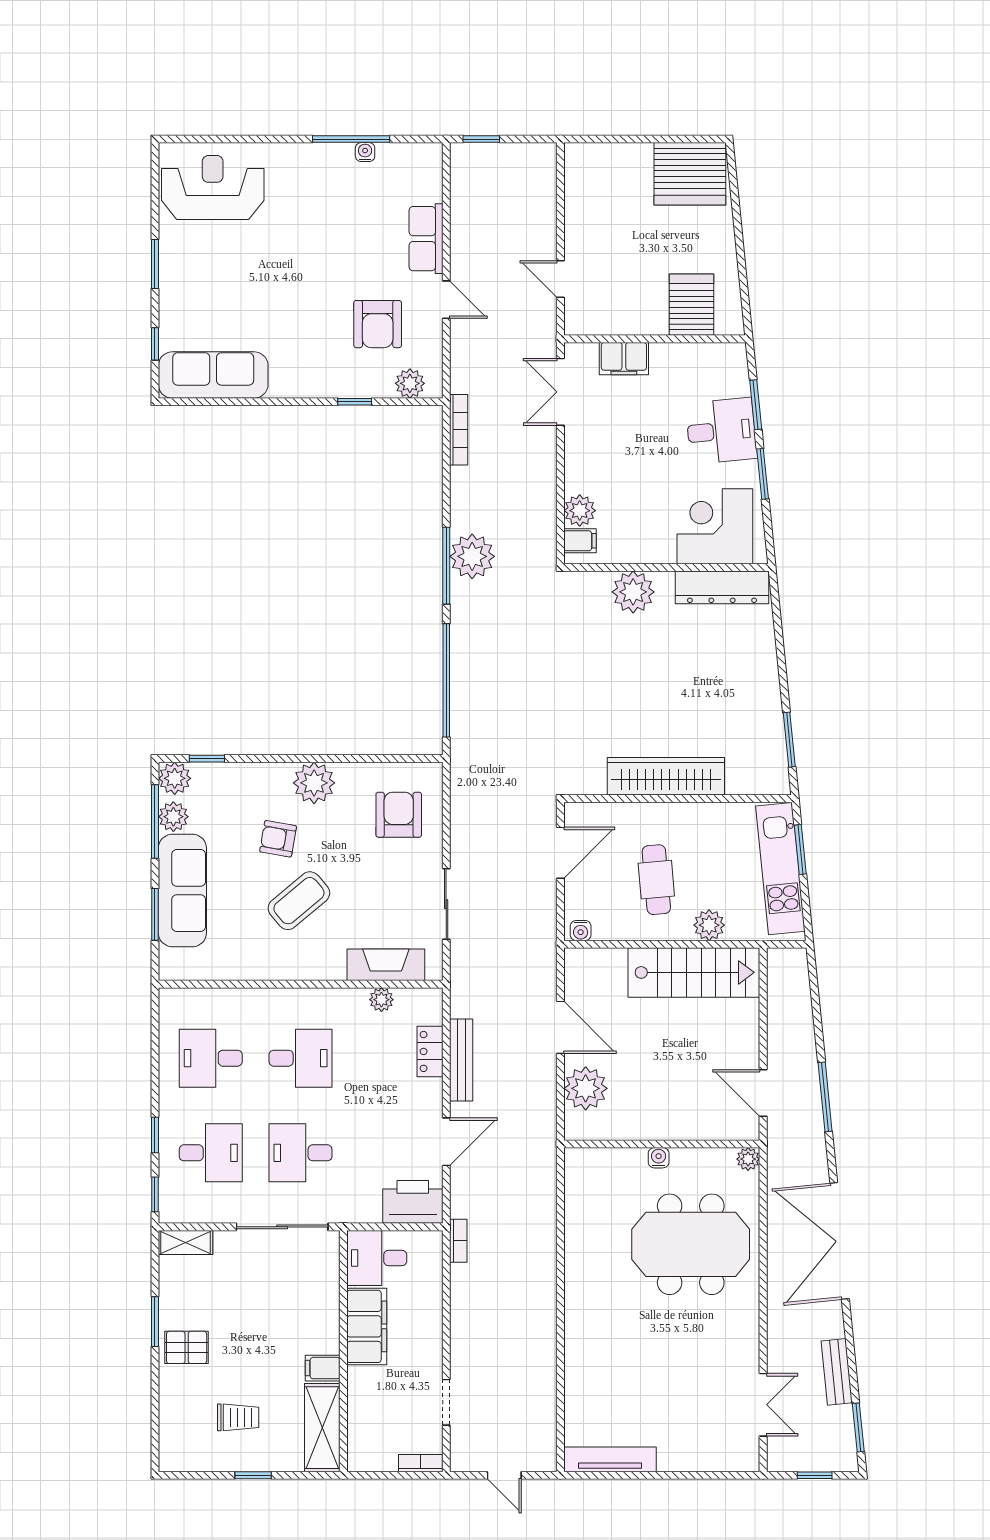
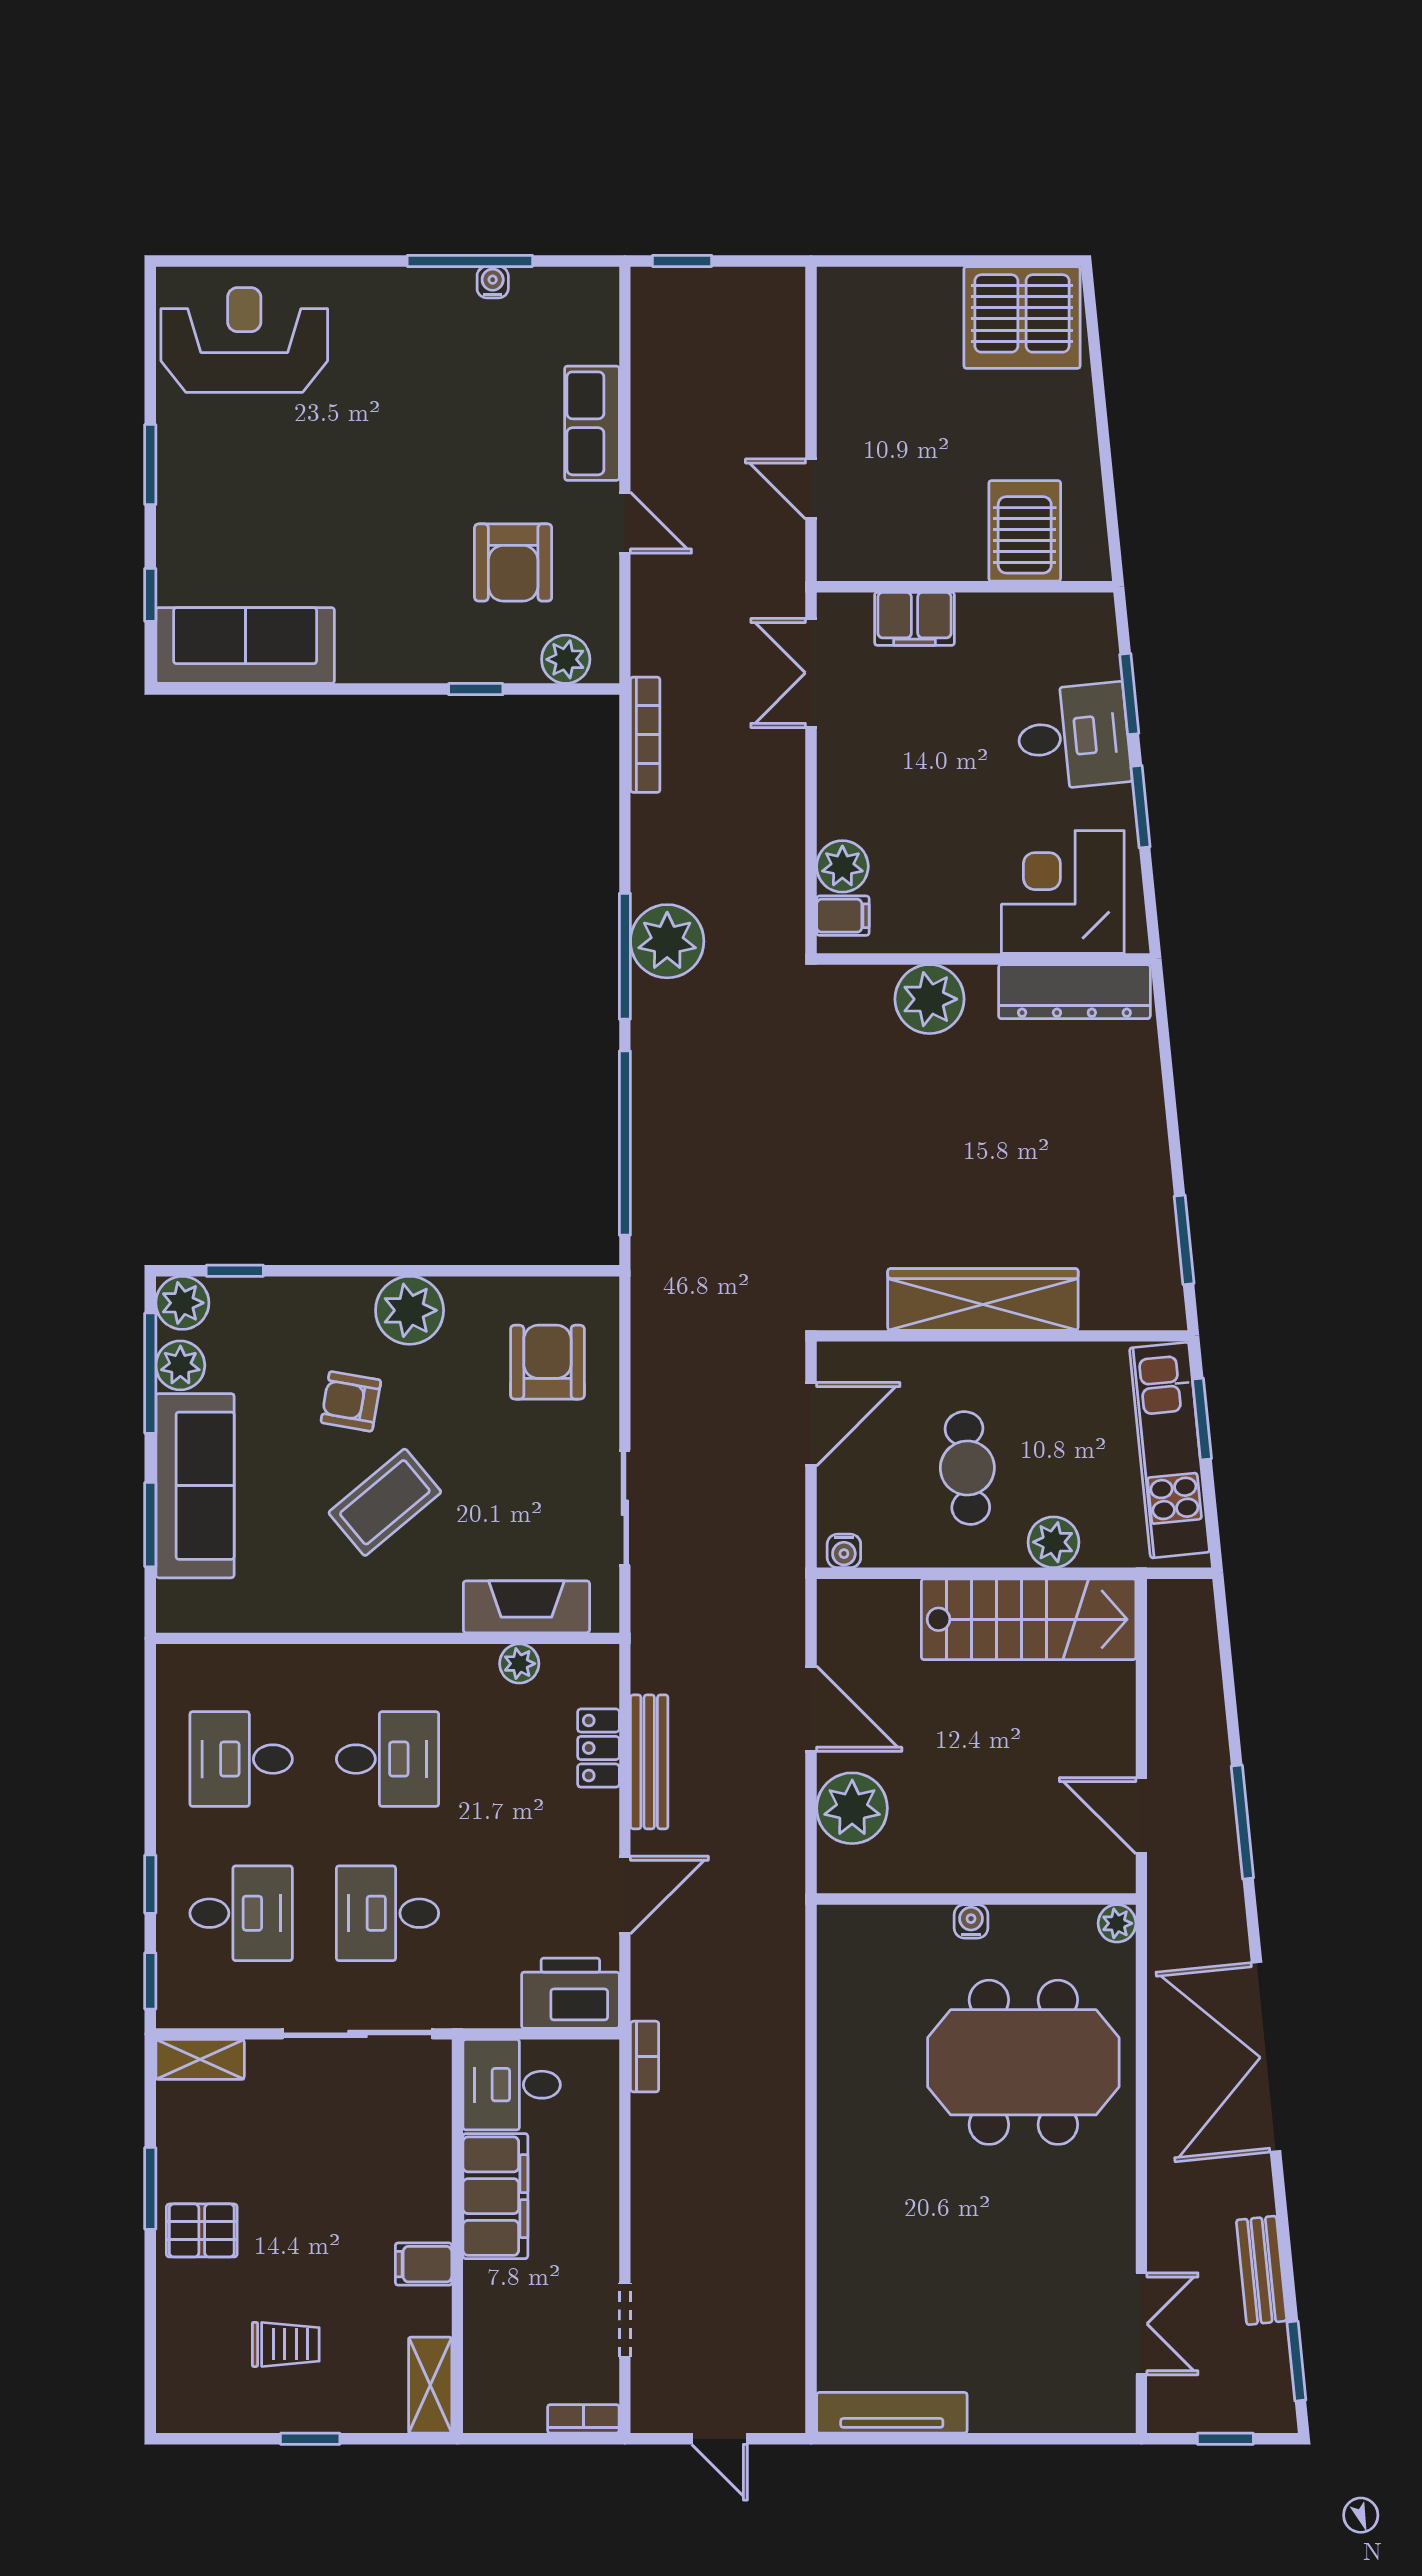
shelving: (322, 1428) -> (430, 2385), width x0.67, depth x0.75

